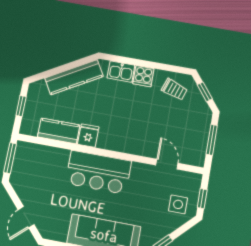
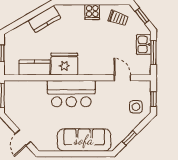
kitchen sink: (121, 72) -> (144, 44), moved, turned 90
kitchen counter: (74, 77) -> (44, 19), width x0.67
fridge: (88, 136) -> (64, 64), width x1.88, depth x1.34

